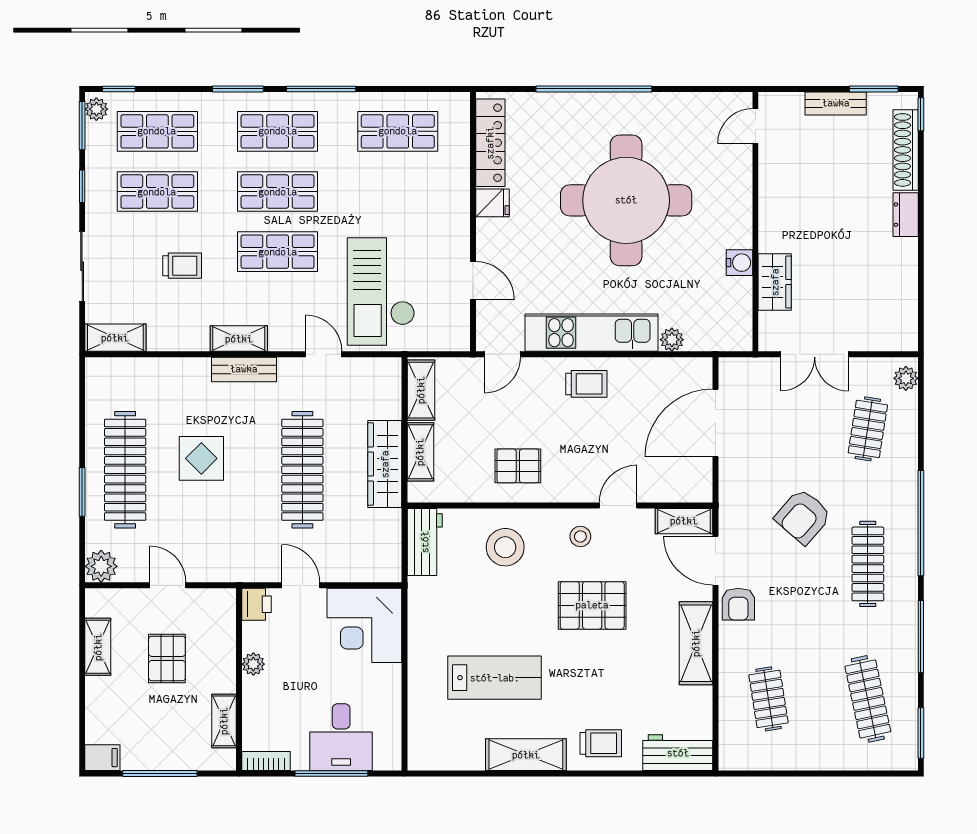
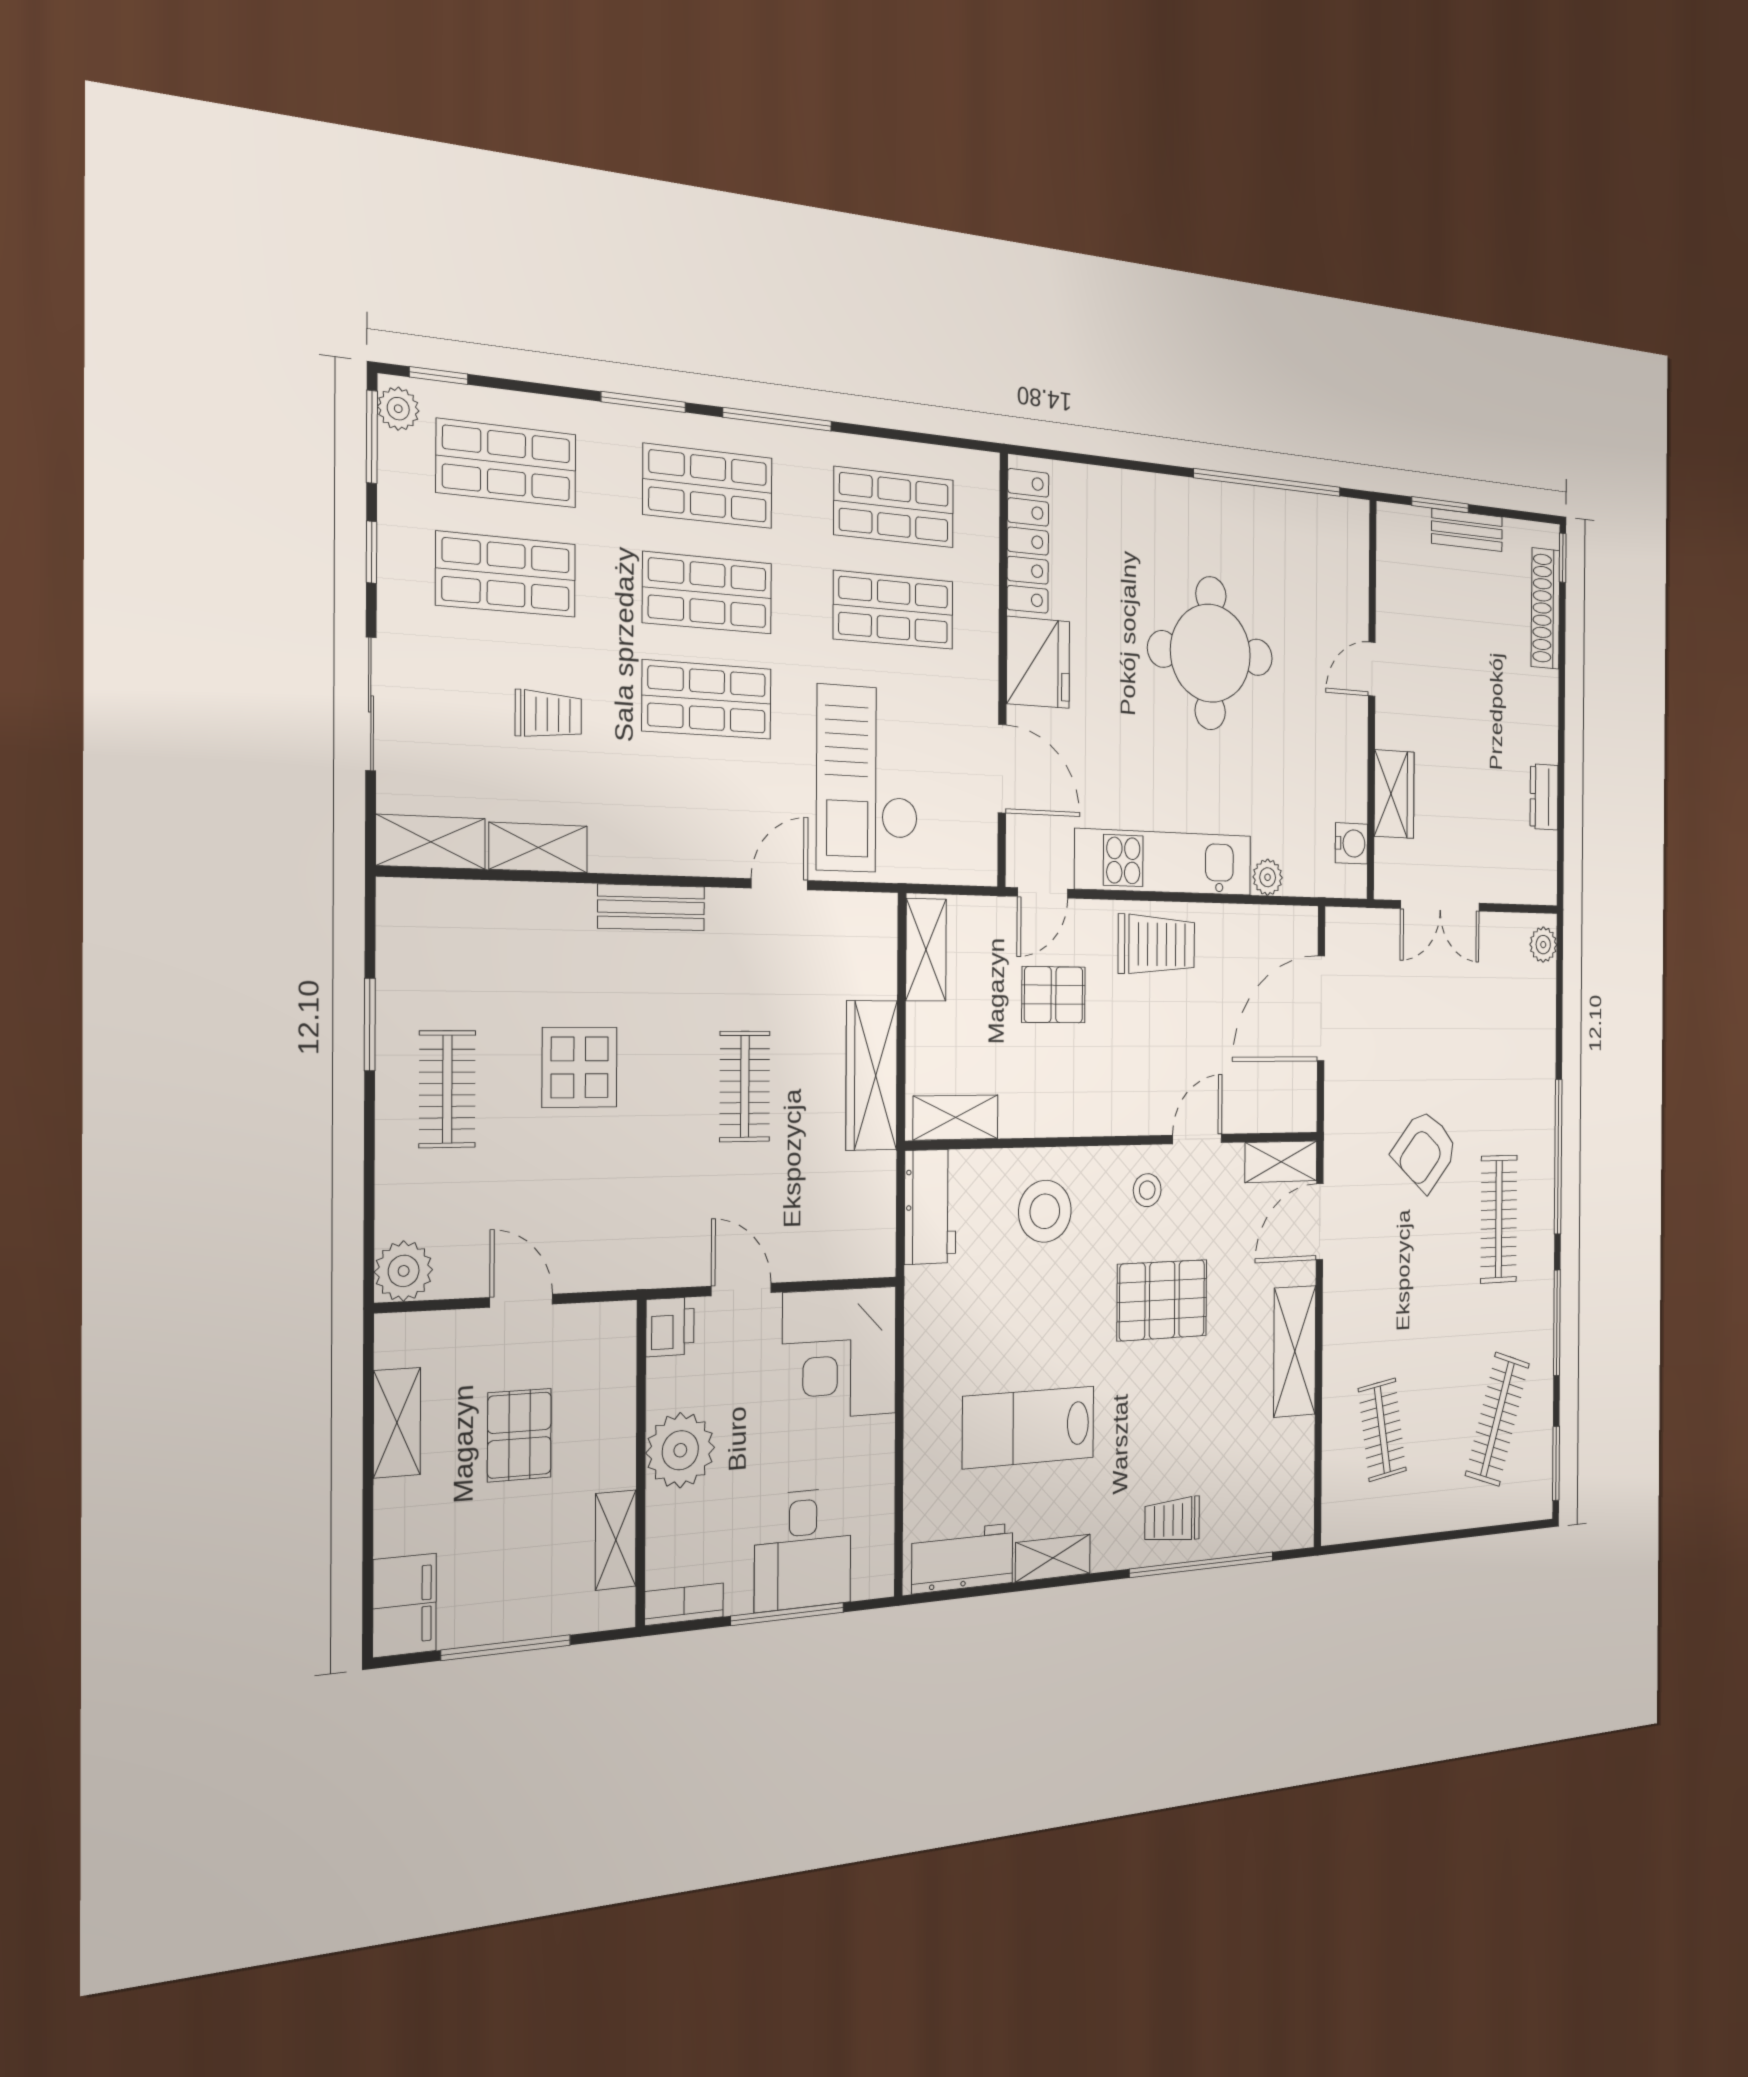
window: (594, 89) -> (1268, 483), moved
window: (874, 89) -> (1440, 505), moved
door: (755, 126) -> (1372, 669), moved
shop shelf: (398, 192) -> (894, 610), added
round table: (626, 200) -> (1211, 653), width x0.73, depth x0.73
fridge: (492, 203) -> (1038, 662), width x1.88, depth x1.34
dresser: (906, 215) -> (1544, 797), moved
water cooler: (739, 263) -> (1351, 843), moved
door: (473, 281) -> (1002, 769), width x1.38
shelving: (239, 339) -> (538, 848), moved
door: (324, 354) -> (780, 884), hinge flipped
trolley: (586, 384) -> (1157, 944), width x1.36, depth x1.39
clothes rail: (868, 429) -> (1500, 1019), removed
shelving: (420, 452) -> (956, 1117), moved, turned 90
pallet: (518, 466) -> (1054, 995), moved
clothes rail: (125, 470) -> (447, 1089), width x0.54, depth x0.76
clothes rail: (302, 470) -> (745, 1086), width x0.54, depth x0.76
window: (82, 492) -> (370, 1024), moved
door: (715, 561) -> (1320, 1222), hinge flipped
armchair: (738, 604) -> (1347, 1288), removed
plant: (253, 664) -> (680, 1450), width x1.88, depth x1.88
lab bench: (495, 678) -> (1029, 1427), turned 180
clothes rail: (868, 699) -> (1497, 1419), turned 30
trolley: (601, 743) -> (1172, 1520), turned 180
workbench: (678, 753) -> (963, 1558), moved
shelving: (526, 755) -> (1053, 1558), width x0.67, depth x0.75
filing cabinet: (102, 758) -> (405, 1605), width x2.00
window: (624, 774) -> (1202, 1565), added

